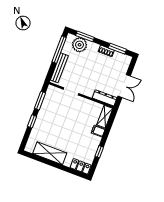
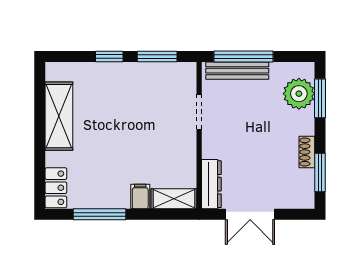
window: (59, 50) -> (243, 56), moved
window: (99, 152) -> (99, 214), width x2.17

